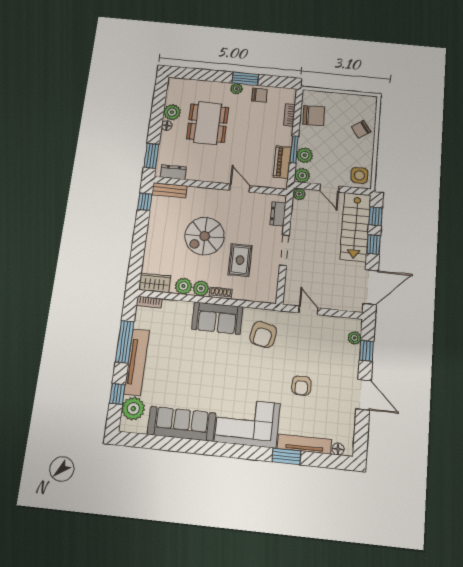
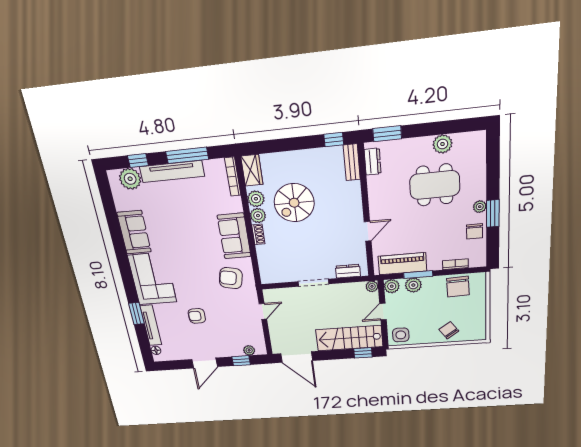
floor lamp: (167, 126) -> (426, 142), removed
piano: (282, 162) -> (402, 264), width x1.37, depth x1.33
spiral stairs: (205, 236) -> (294, 203), moved, turned -90
window: (374, 244) -> (336, 355), removed
rug: (240, 260) -> (294, 246), removed
bookcase: (149, 302) -> (233, 177), width x1.56
sofa: (182, 424) -> (134, 232), width x0.73

